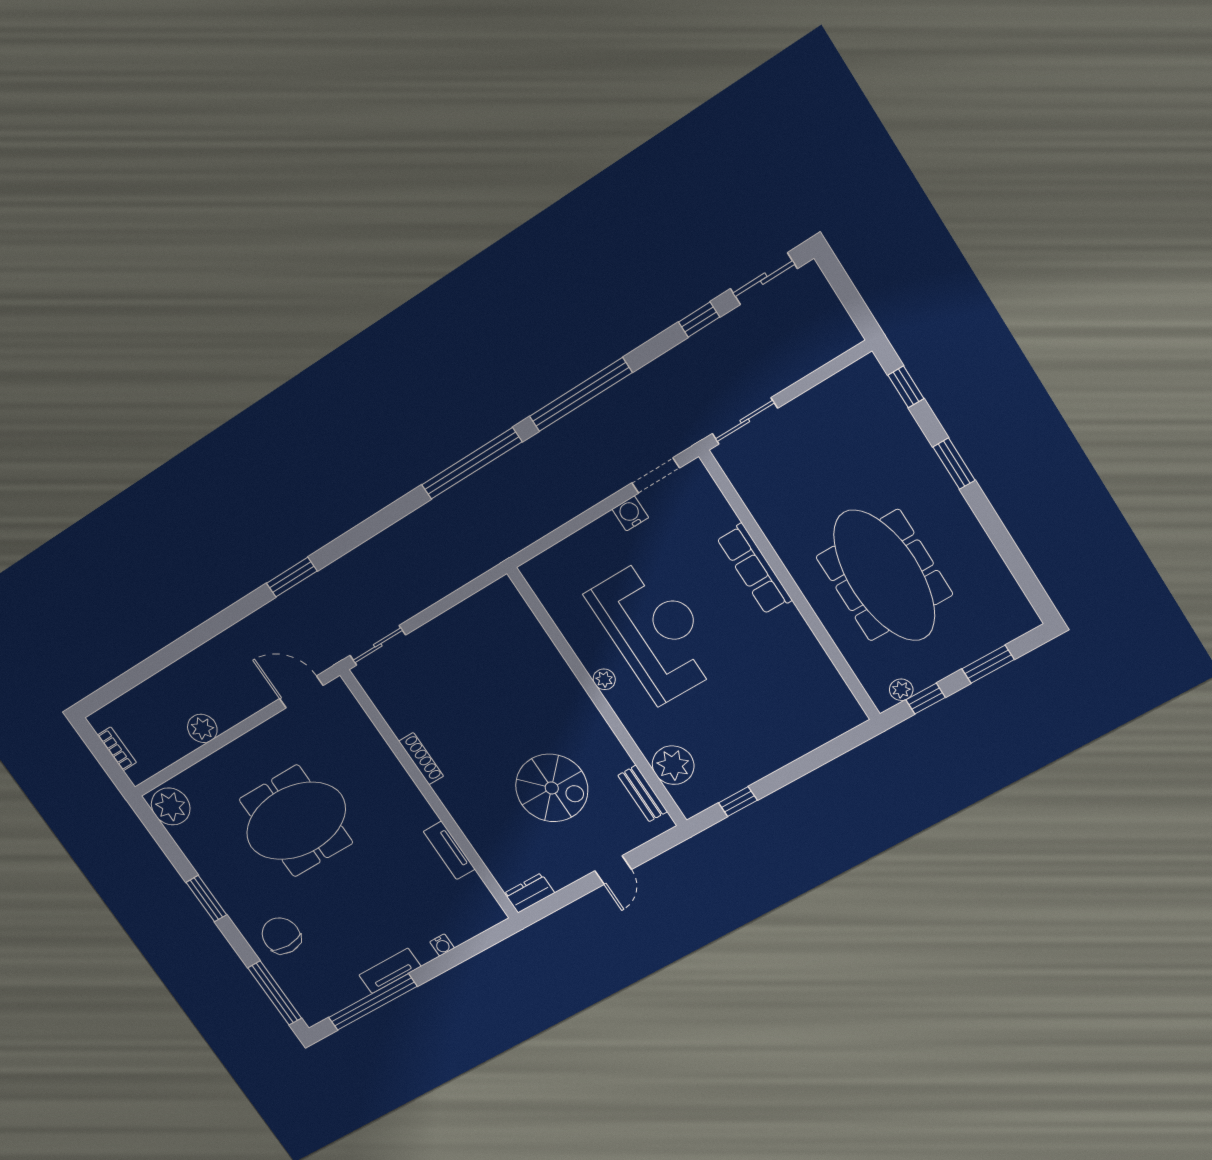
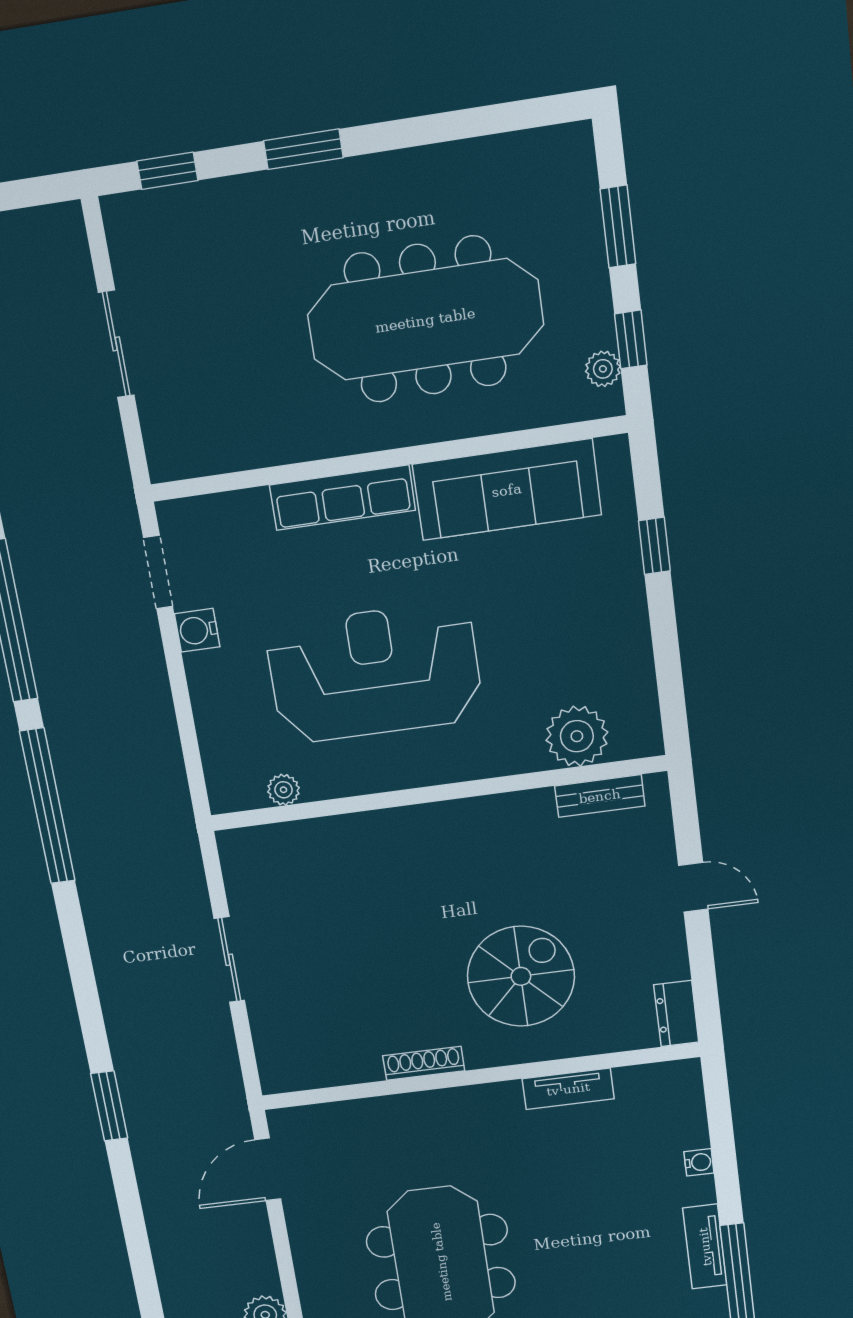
sliding door: (745, 421) -> (116, 344), moved
sliding door: (378, 645) -> (229, 960), moved
sofa: (804, 664) -> (507, 490), added
plant: (604, 679) -> (284, 790), moved
spiral stairs: (552, 788) -> (521, 976), moved
window: (738, 802) -> (654, 546), moved

